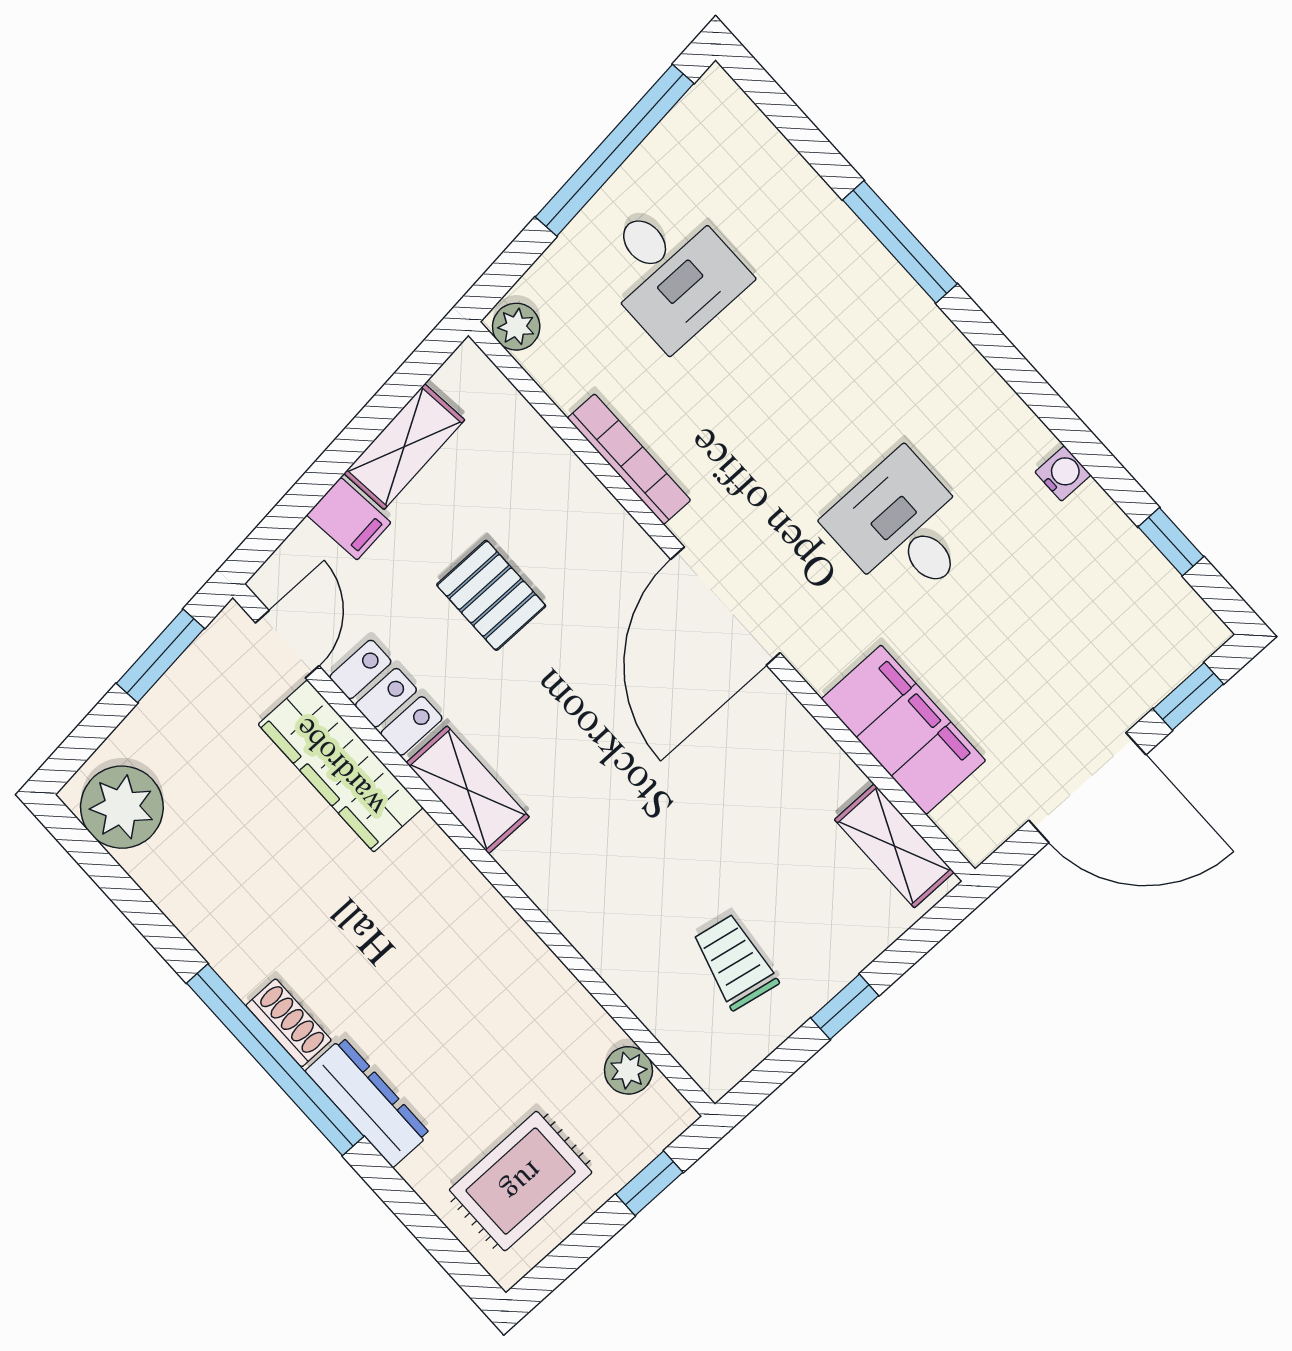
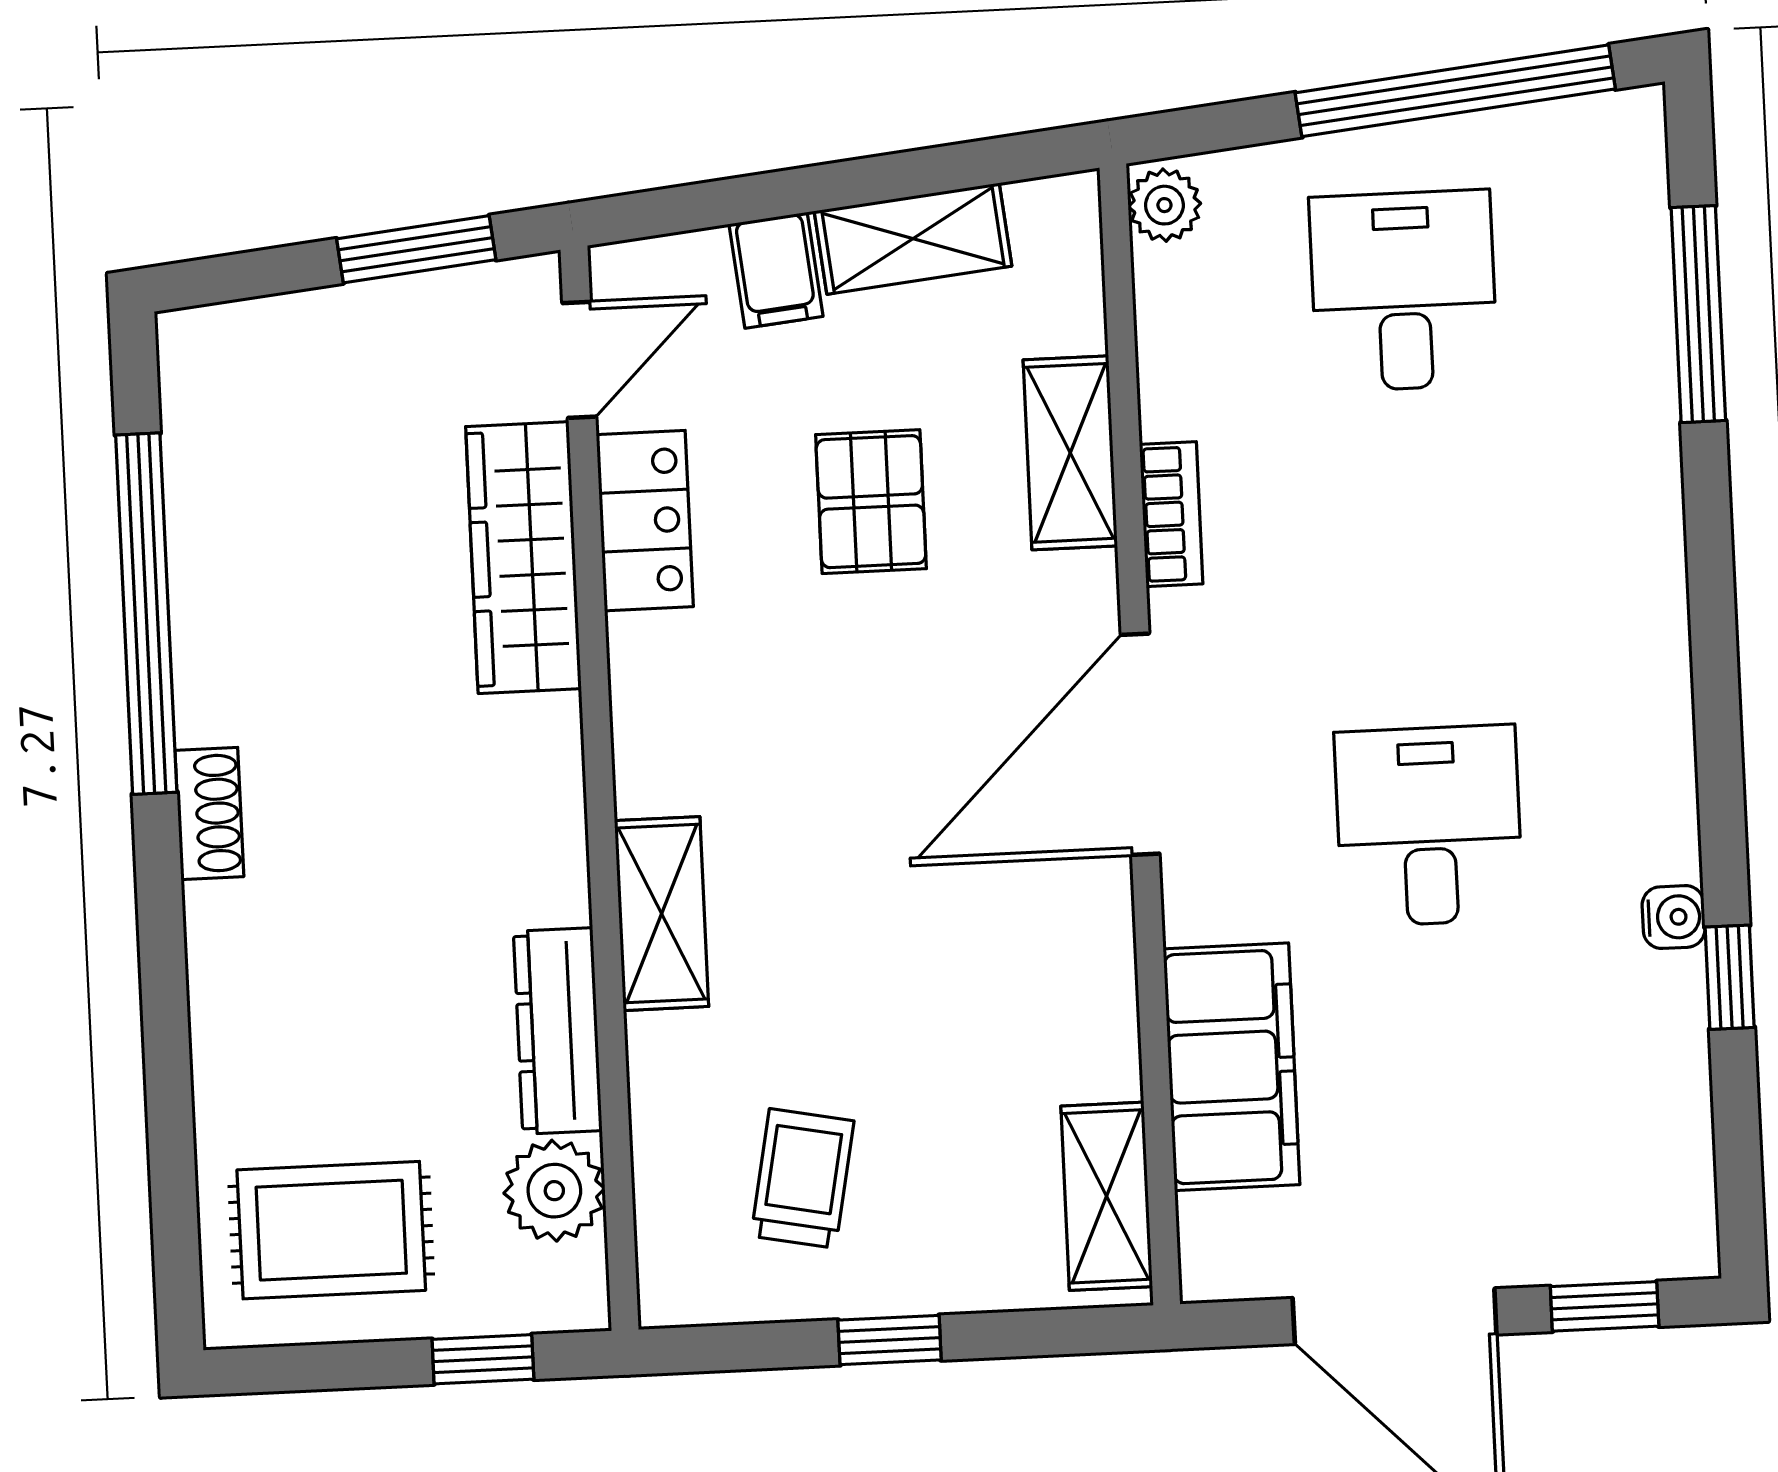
window: (900, 242) -> (1698, 314), moved
desk: (671, 271) -> (1404, 291), turned 180
bookcase: (629, 459) -> (1171, 514), width x0.64
shelving: (571, 489) -> (1070, 453), added
window: (1171, 542) -> (1730, 977), moved
shelving: (468, 790) -> (662, 914), moved
plant: (122, 807) -> (222, 392), removed
window: (275, 1060) -> (146, 614), moved
plant: (628, 1070) -> (554, 1191), width x1.38, depth x1.38
dresser: (368, 1102) -> (558, 1031), moved, turned 180

